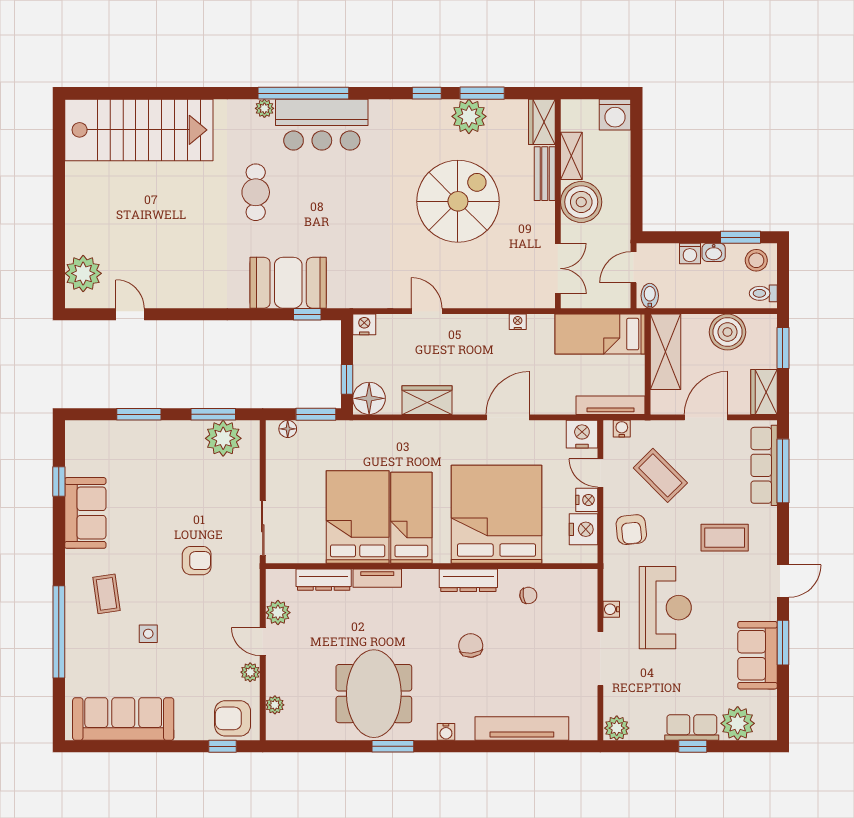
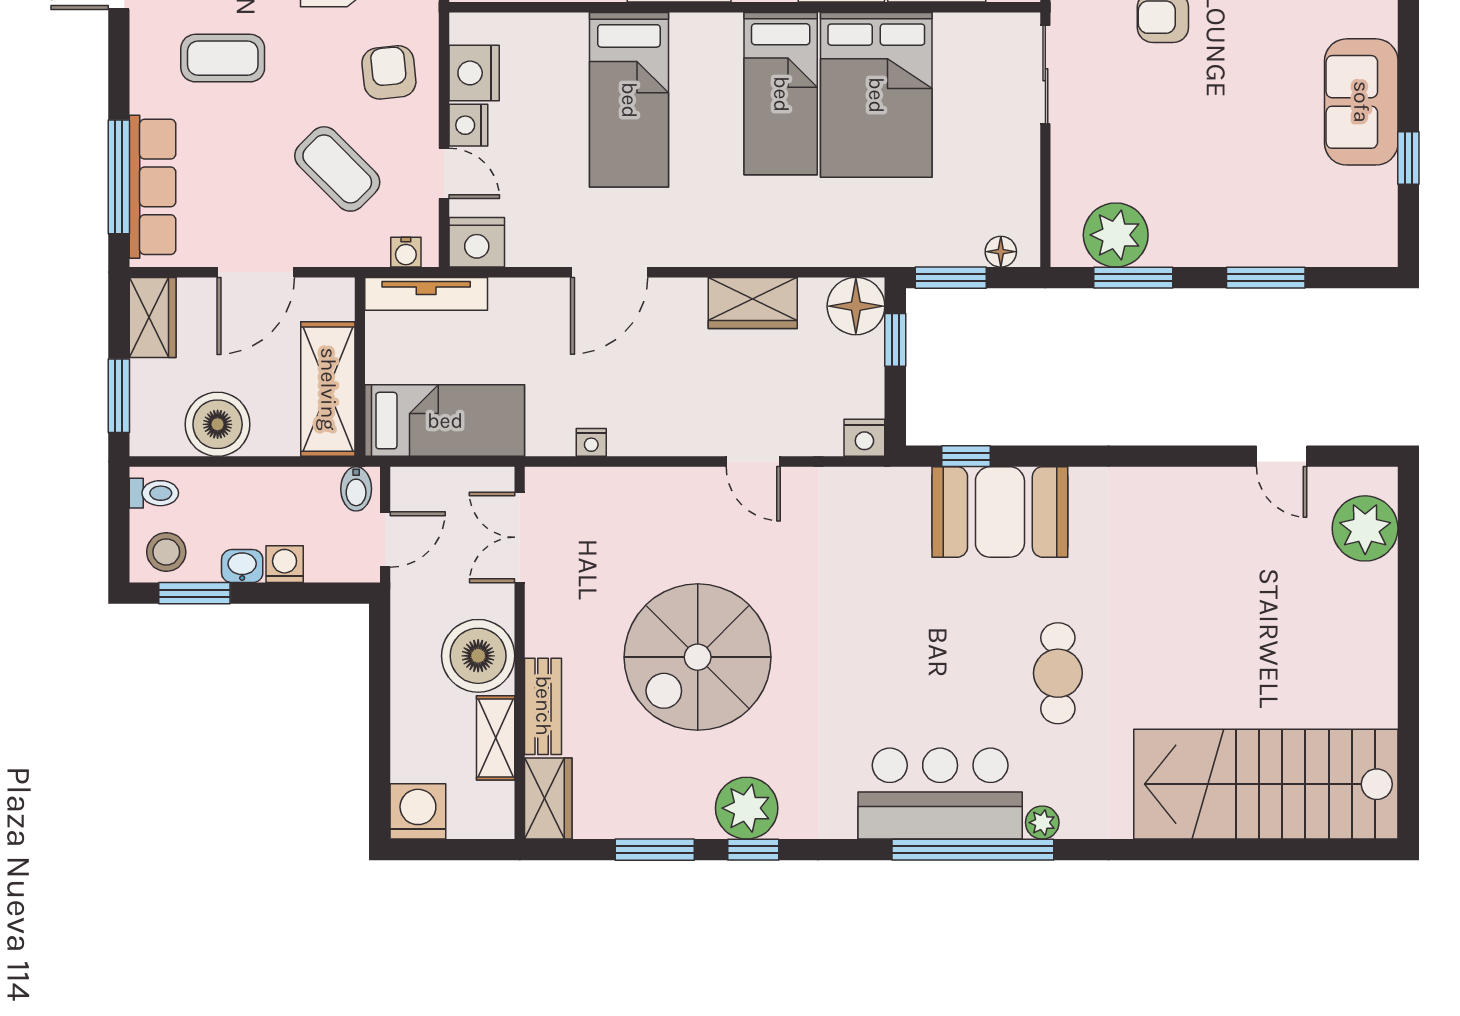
plant: (469, 116) -> (747, 808), moved
bed: (497, 514) -> (629, 100), width x0.49

